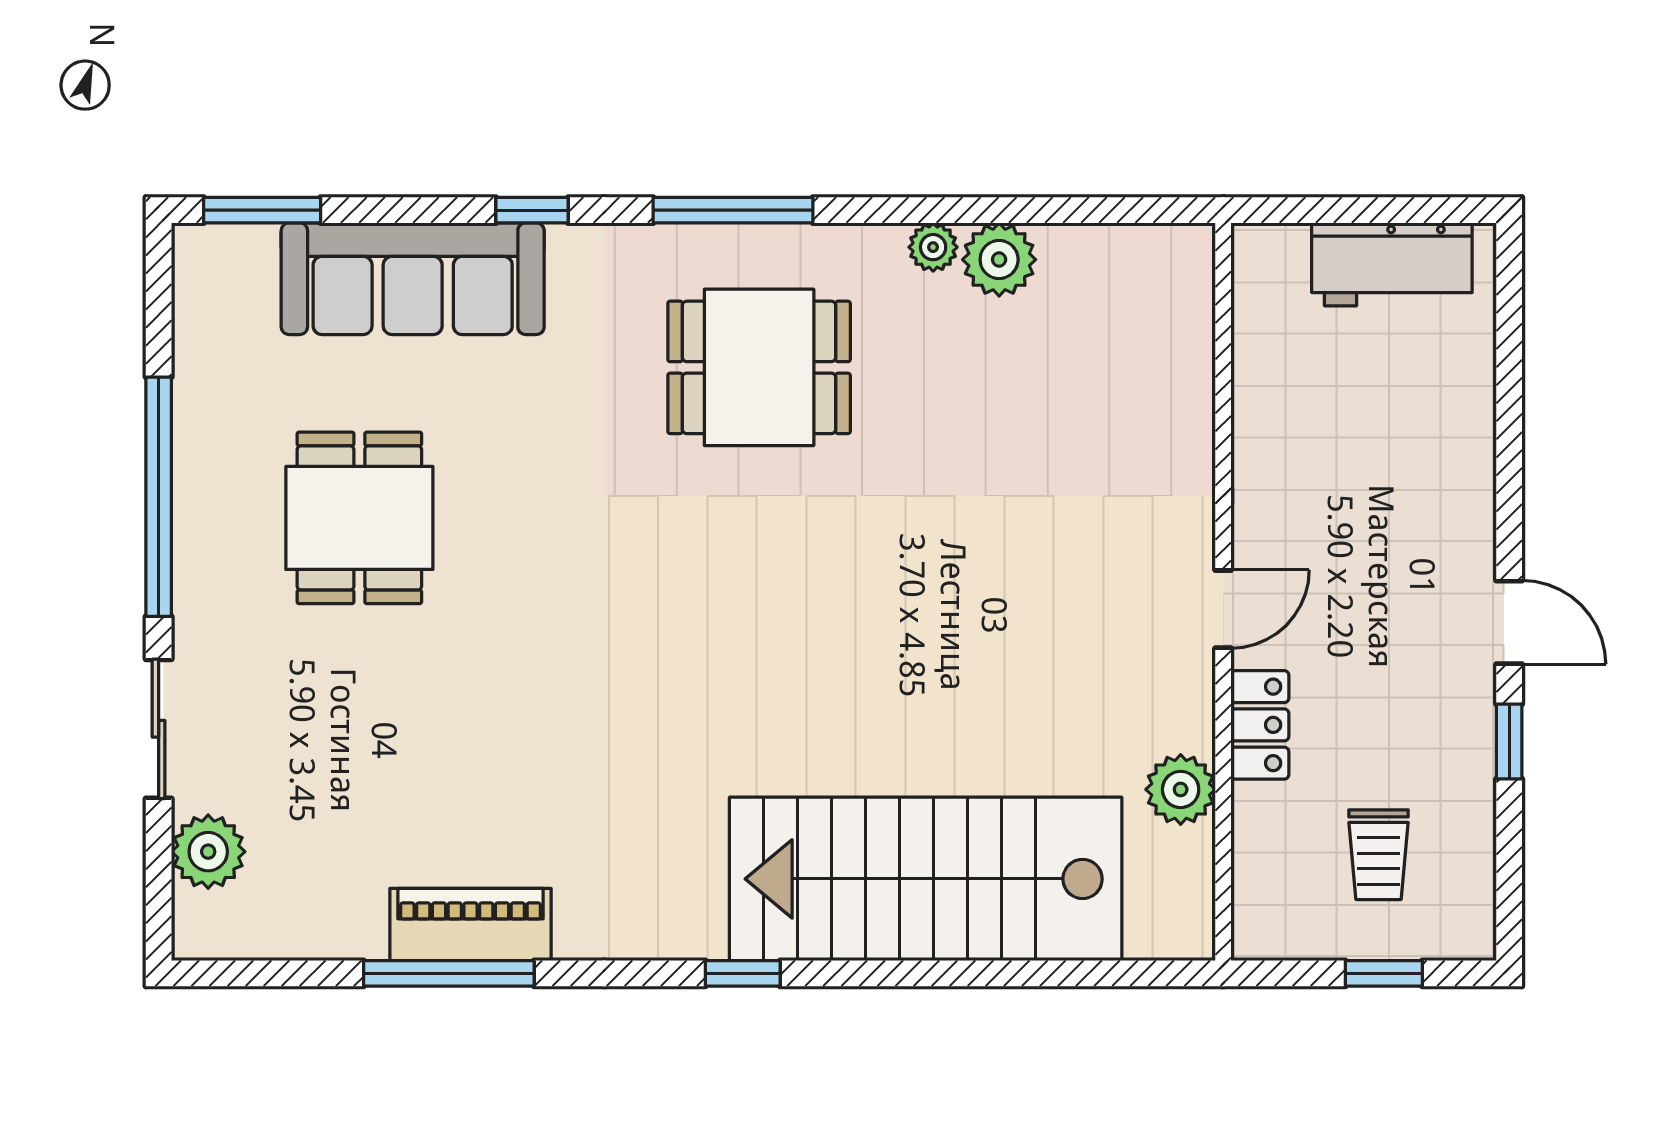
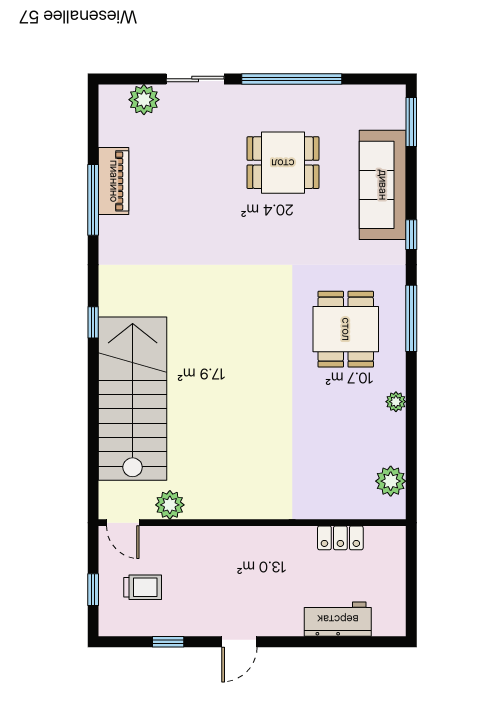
plant: (999, 260) -> (391, 481), moved
workbench: (1392, 264) -> (338, 619), moved, turned 90
door: (1223, 609) -> (123, 523), moved
locker: (1260, 725) -> (340, 538), moved
window: (1509, 742) -> (168, 642), moved
trolley: (1378, 855) -> (143, 587), turned 180
piano: (471, 925) -> (114, 181), moved

